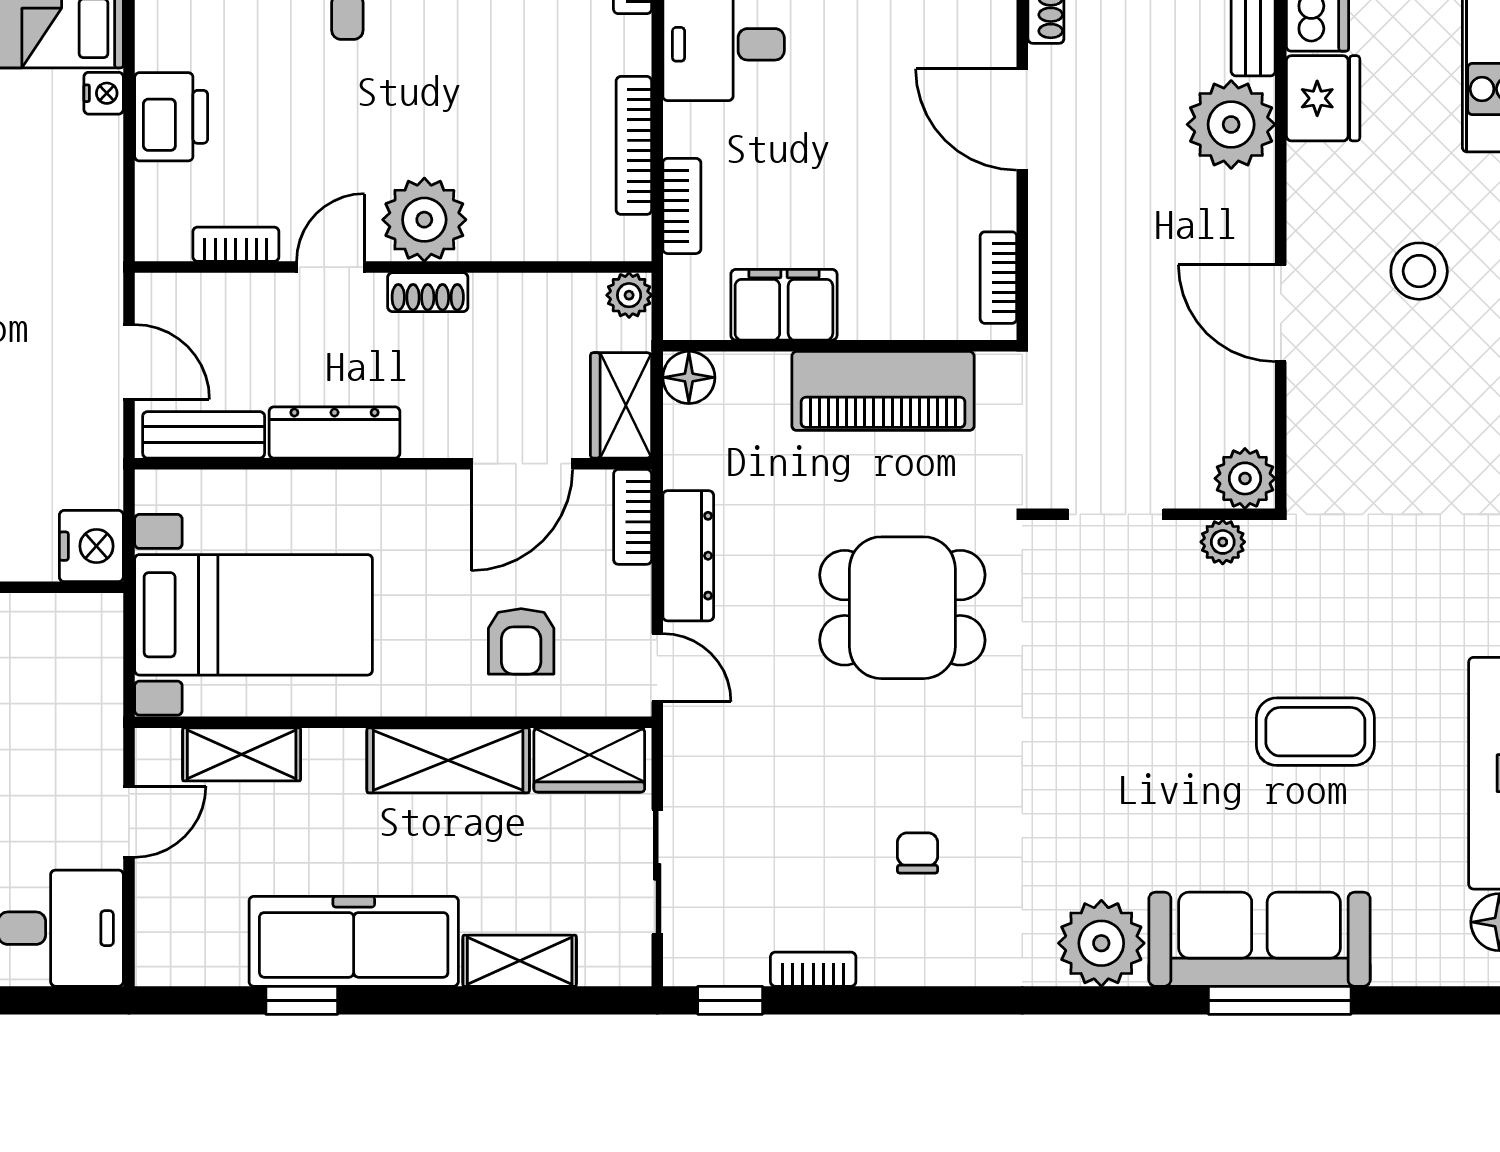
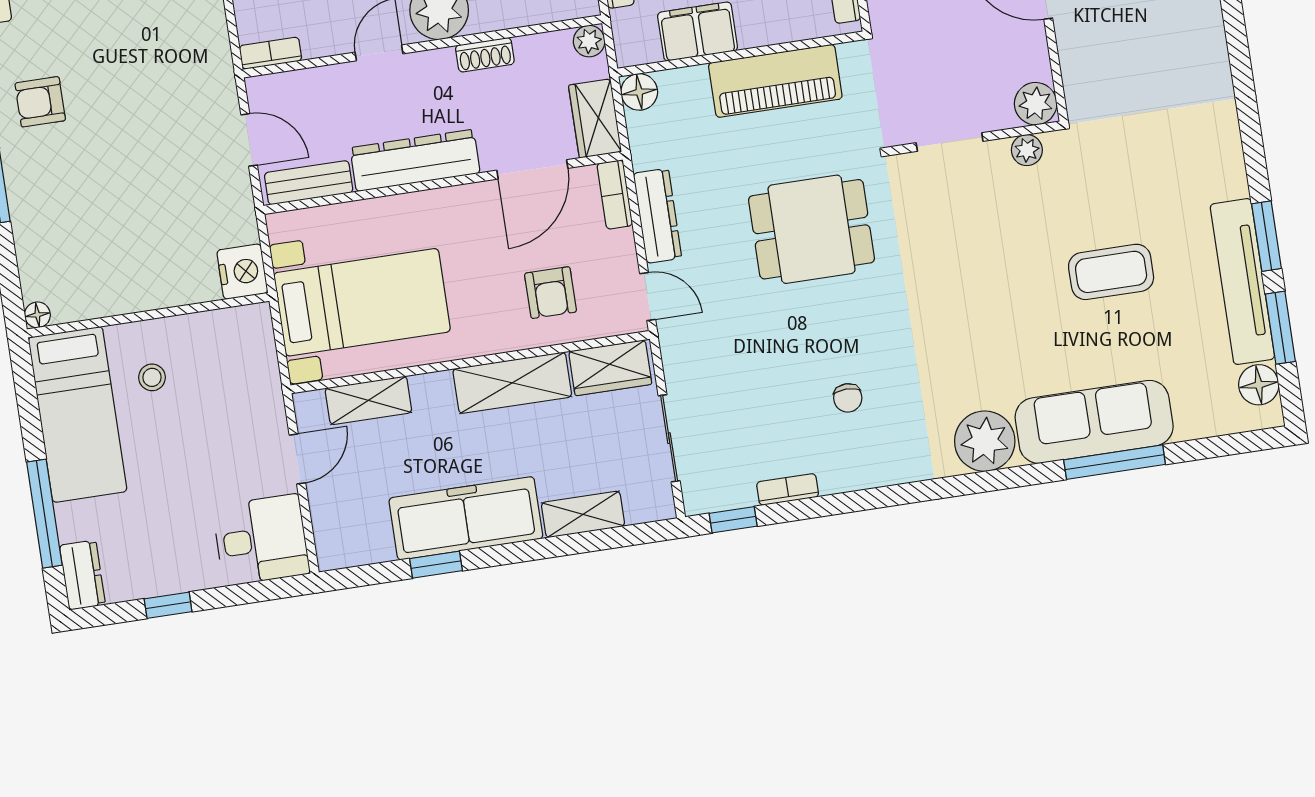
bookcase: (236, 244) -> (271, 53), moved
shoe rack: (428, 292) -> (485, 55), moved
dresser: (334, 432) -> (415, 160), width x1.37, depth x1.24
chair: (918, 853) -> (848, 398), turned 180

